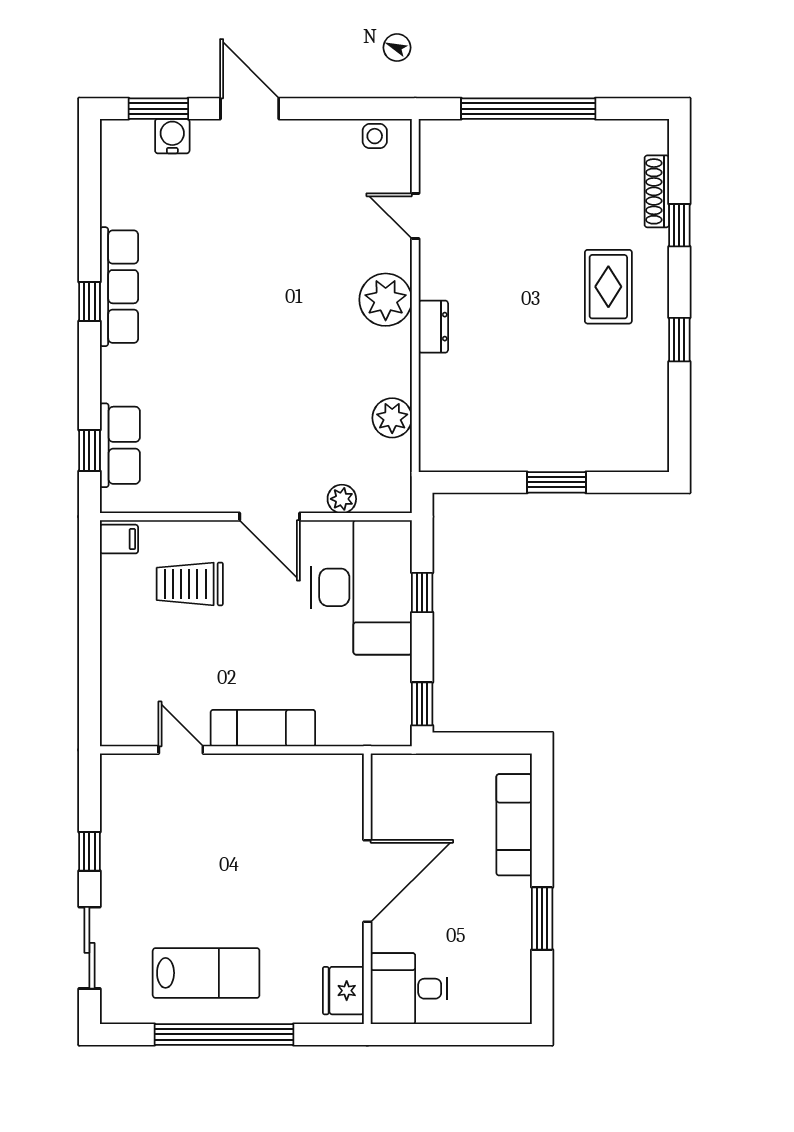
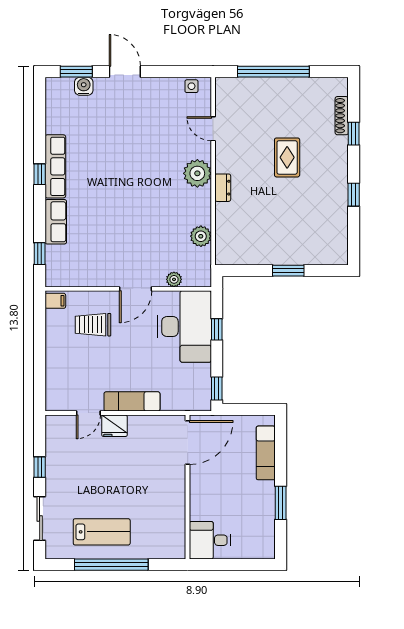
rug: (608, 287) -> (287, 157), moved
row of seats: (120, 445) -> (56, 222), moved
door: (270, 517) -> (136, 289), hinge flipped
door: (181, 750) -> (88, 413), swing flipped
door: (367, 881) -> (188, 443), moved
fridge: (343, 991) -> (115, 426), moved, turned -90

